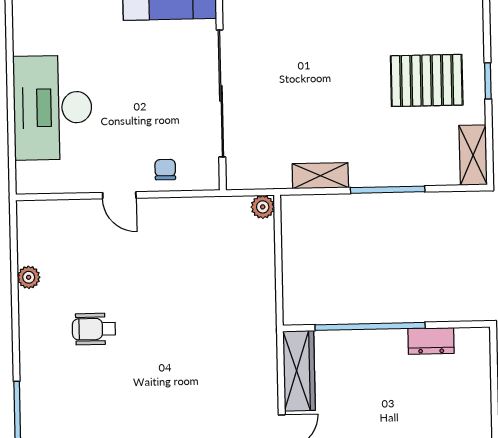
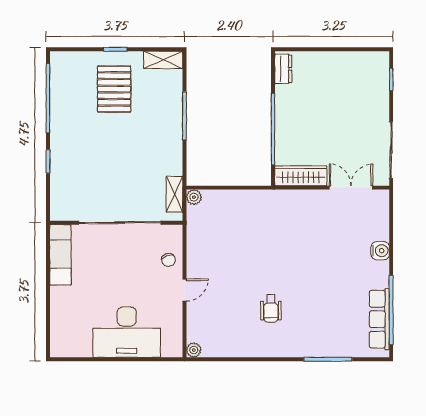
chair: (165, 170) -> (168, 260), turned -112
shelving: (320, 176) -> (174, 194), moved
plant: (29, 277) -> (194, 350), moved
dresser: (431, 341) -> (283, 69), moved

